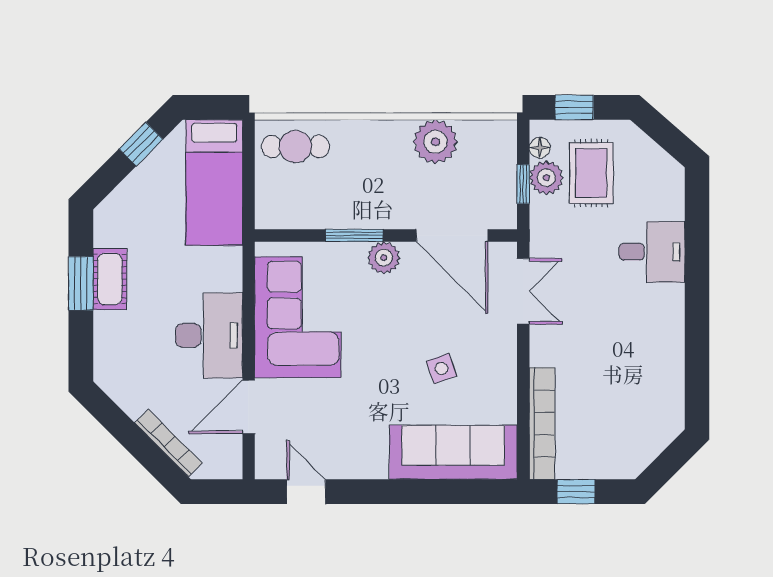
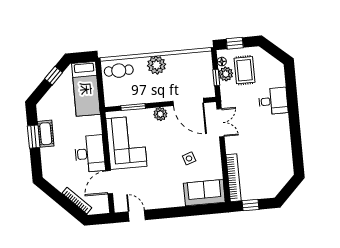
plant: (435, 142) -> (156, 65), moved
window: (354, 235) -> (133, 107), moved
sofa: (453, 452) -> (204, 193), width x0.73

